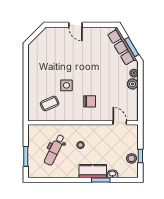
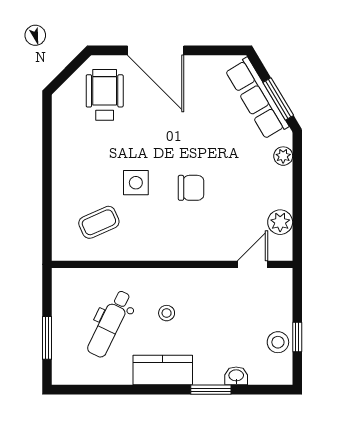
door: (75, 25) -> (156, 50), width x1.88
wheelchair: (52, 45) -> (105, 95), added
plant: (133, 84) -> (280, 222), moved
chair: (90, 101) -> (191, 188), moved
door: (120, 123) -> (252, 264), hinge flipped
kitchen counter: (93, 171) -> (163, 370), moved

